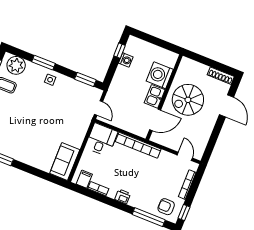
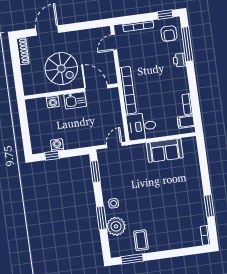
plant: (16, 65) -> (116, 226), moved
washing machine: (160, 75) -> (53, 102), width x0.53, depth x0.53
sofa: (65, 162) -> (165, 150), moved
printer: (123, 196) -> (180, 60), moved

